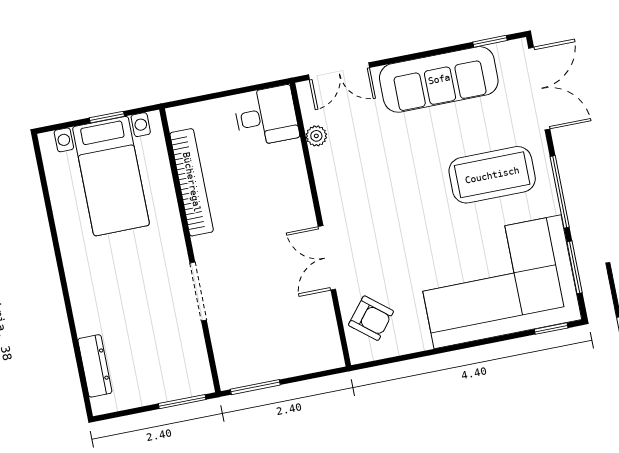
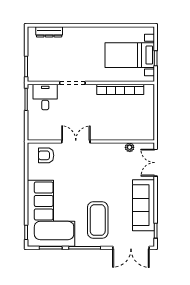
desk: (266, 116) -> (45, 97), moved, turned 180
armchair: (371, 318) -> (46, 155), turned 51

